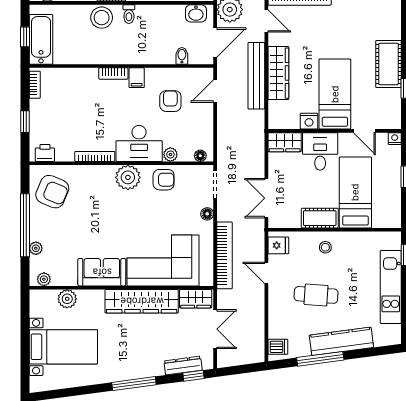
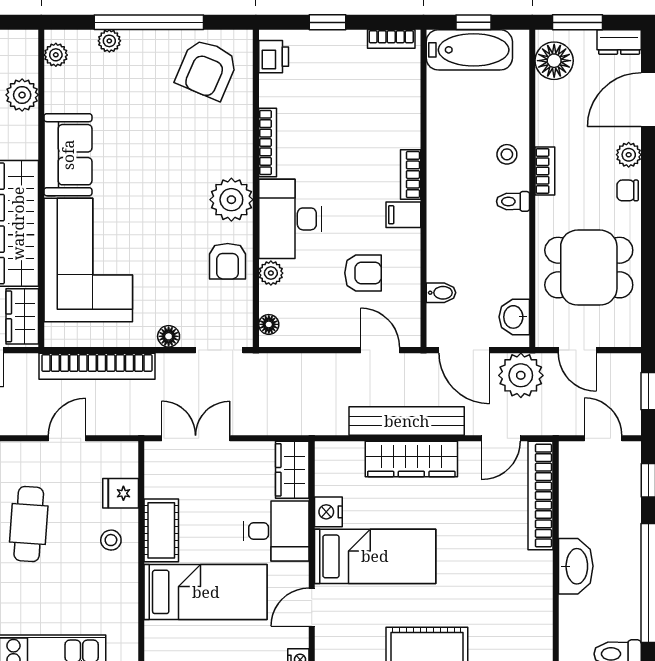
stool: (102, 18) -> (507, 154), width x0.53, depth x0.53
fridge: (278, 245) -> (121, 493), moved, turned 90

